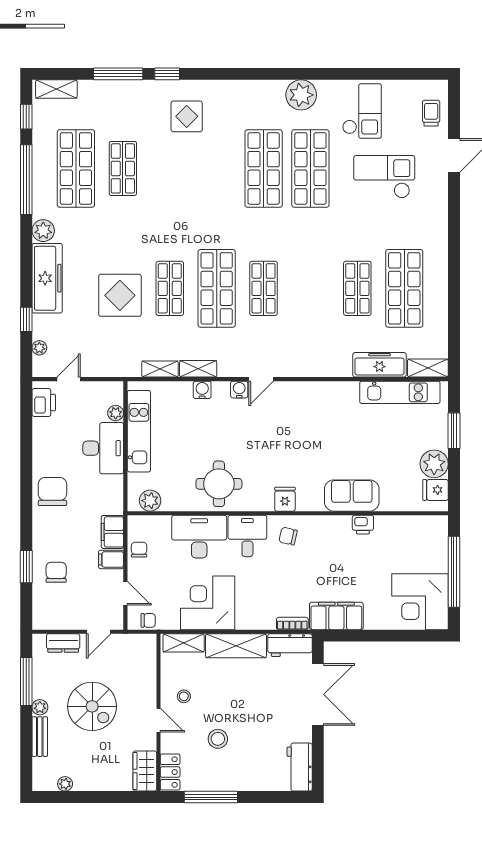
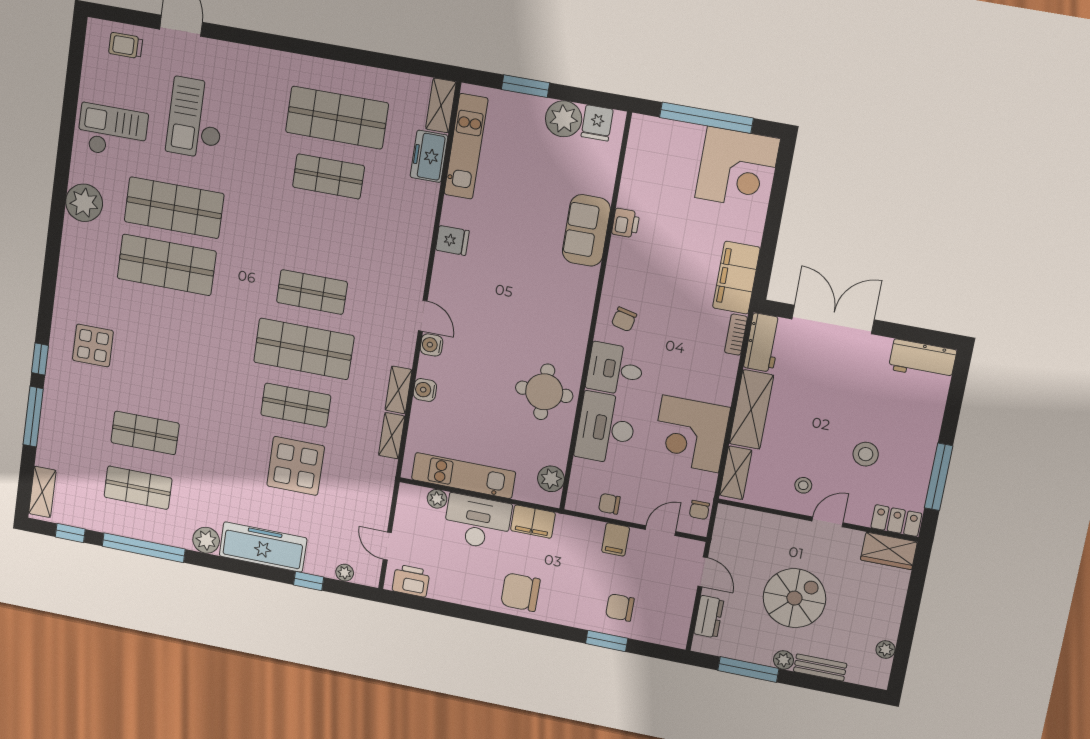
shop shelf: (76, 168) -> (138, 488), width x0.70, depth x0.74
freezer: (379, 365) -> (429, 156), width x0.71
fridge: (285, 499) -> (452, 240), moved, turned 180
filing cabinet: (112, 532) -> (533, 522), moved
chair: (148, 620) -> (699, 510), turned 180

